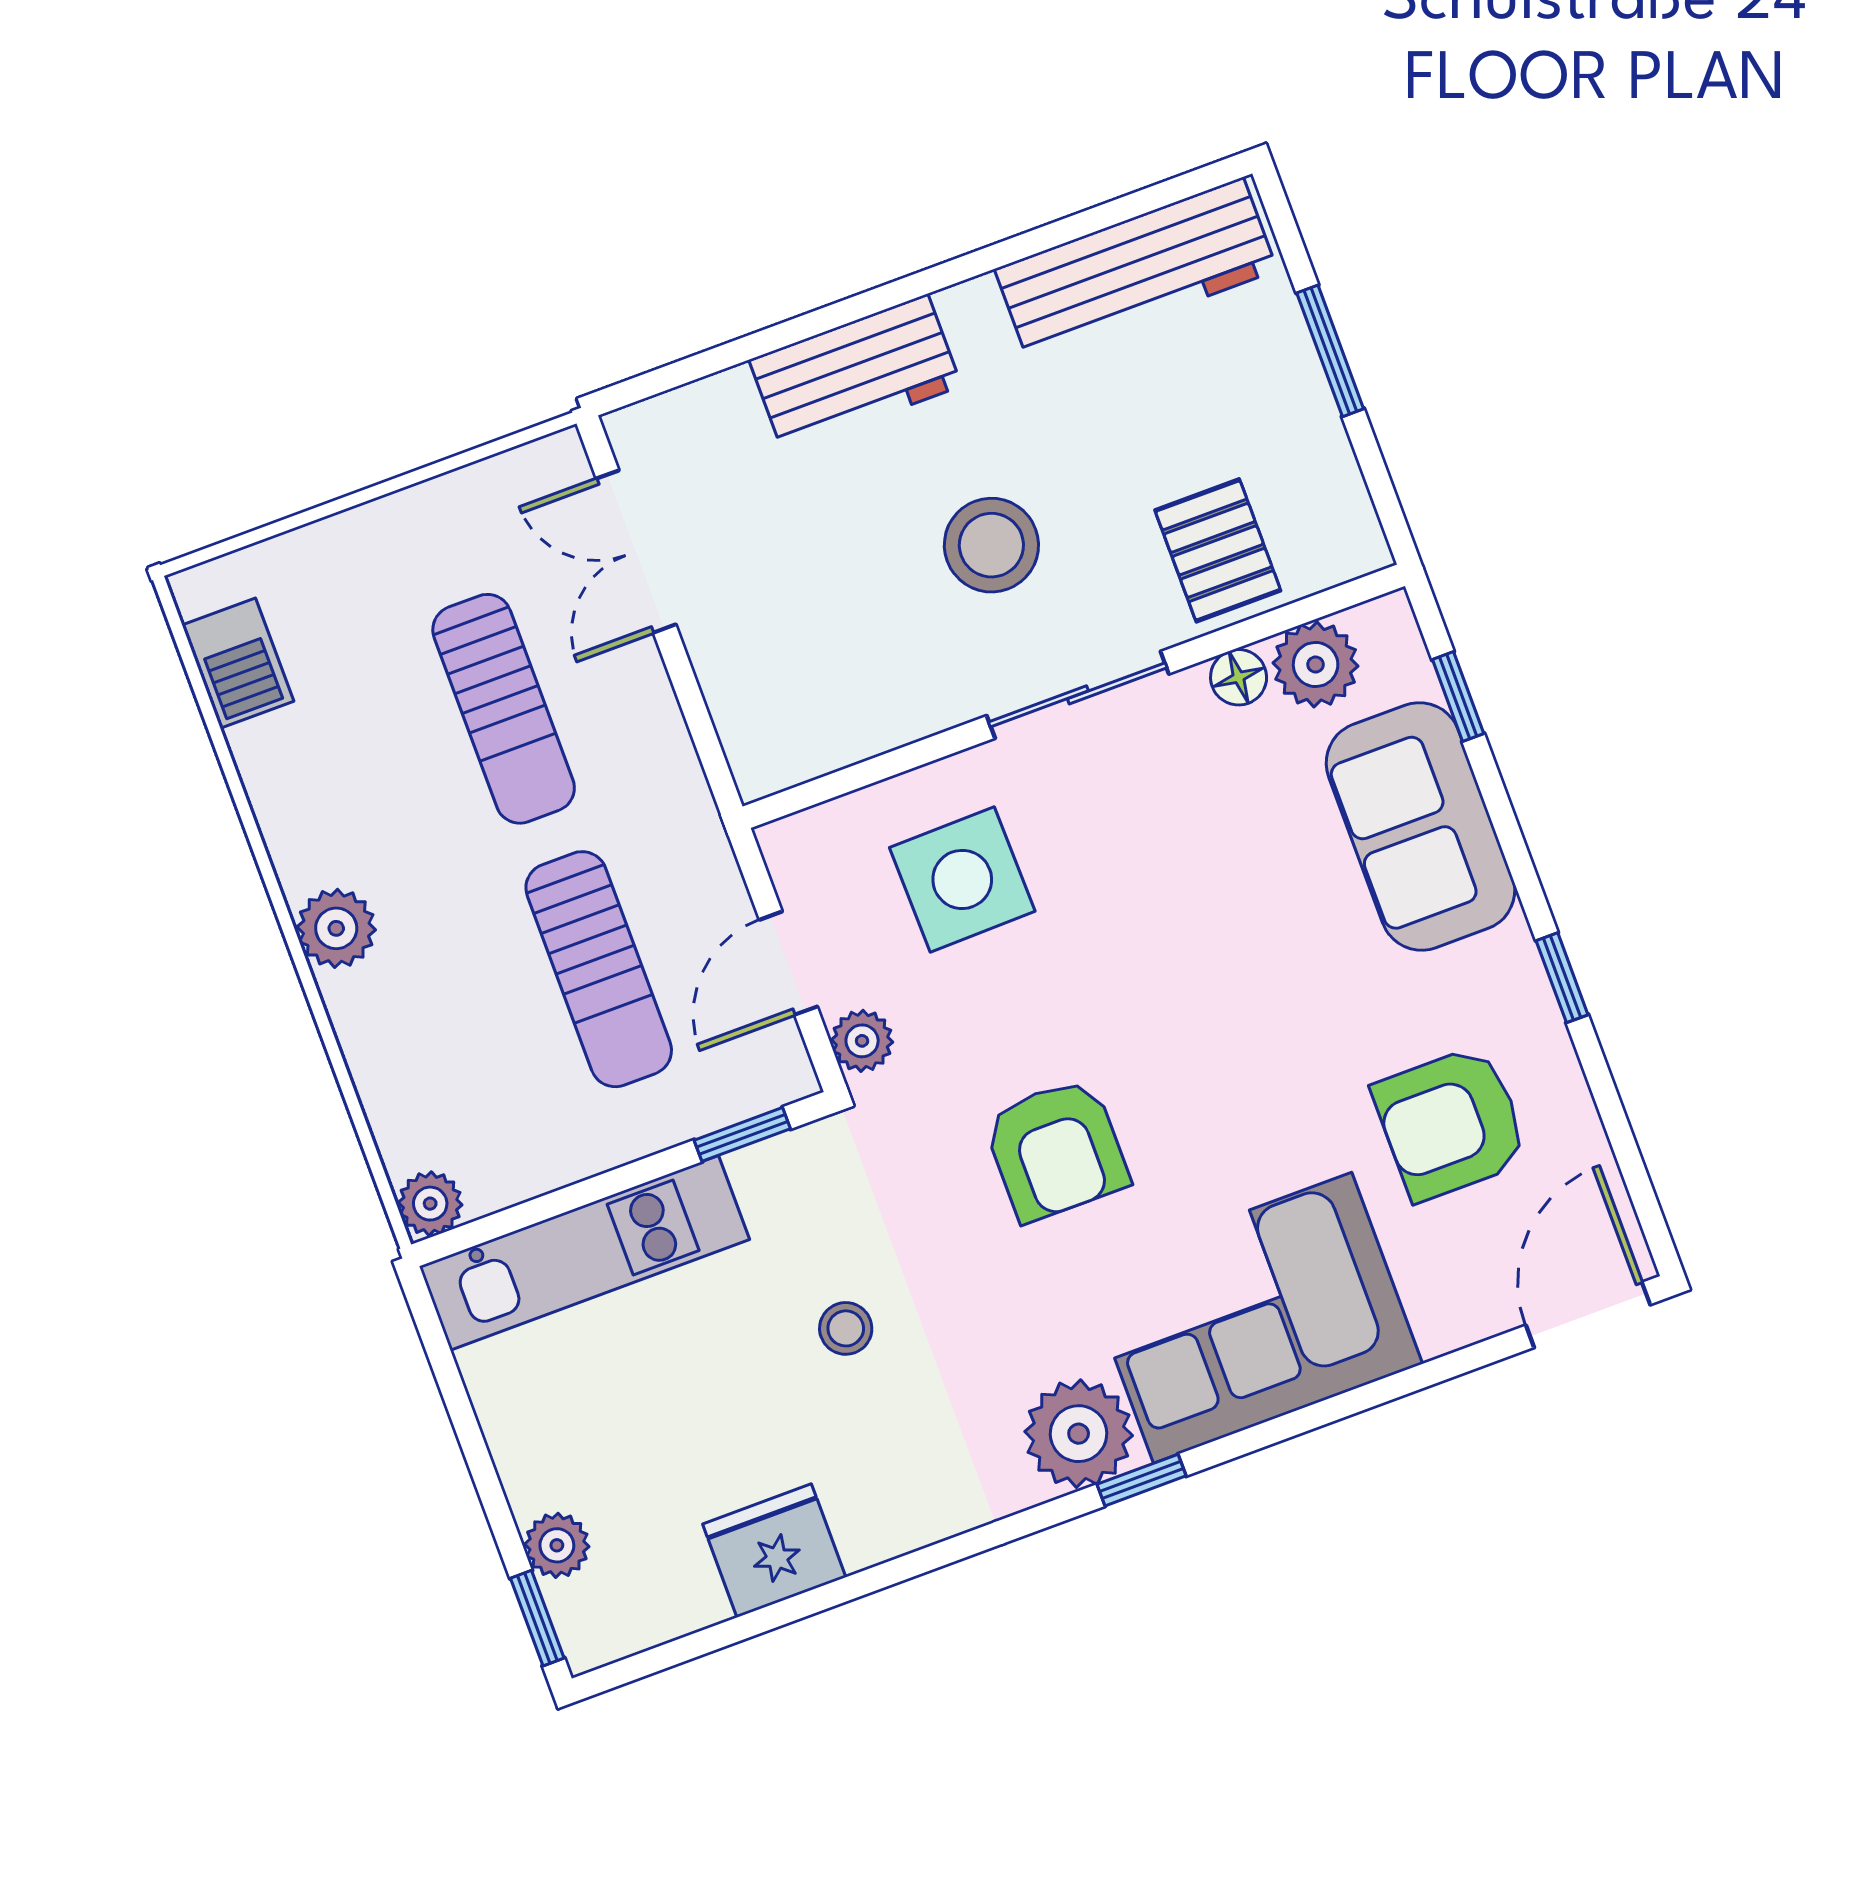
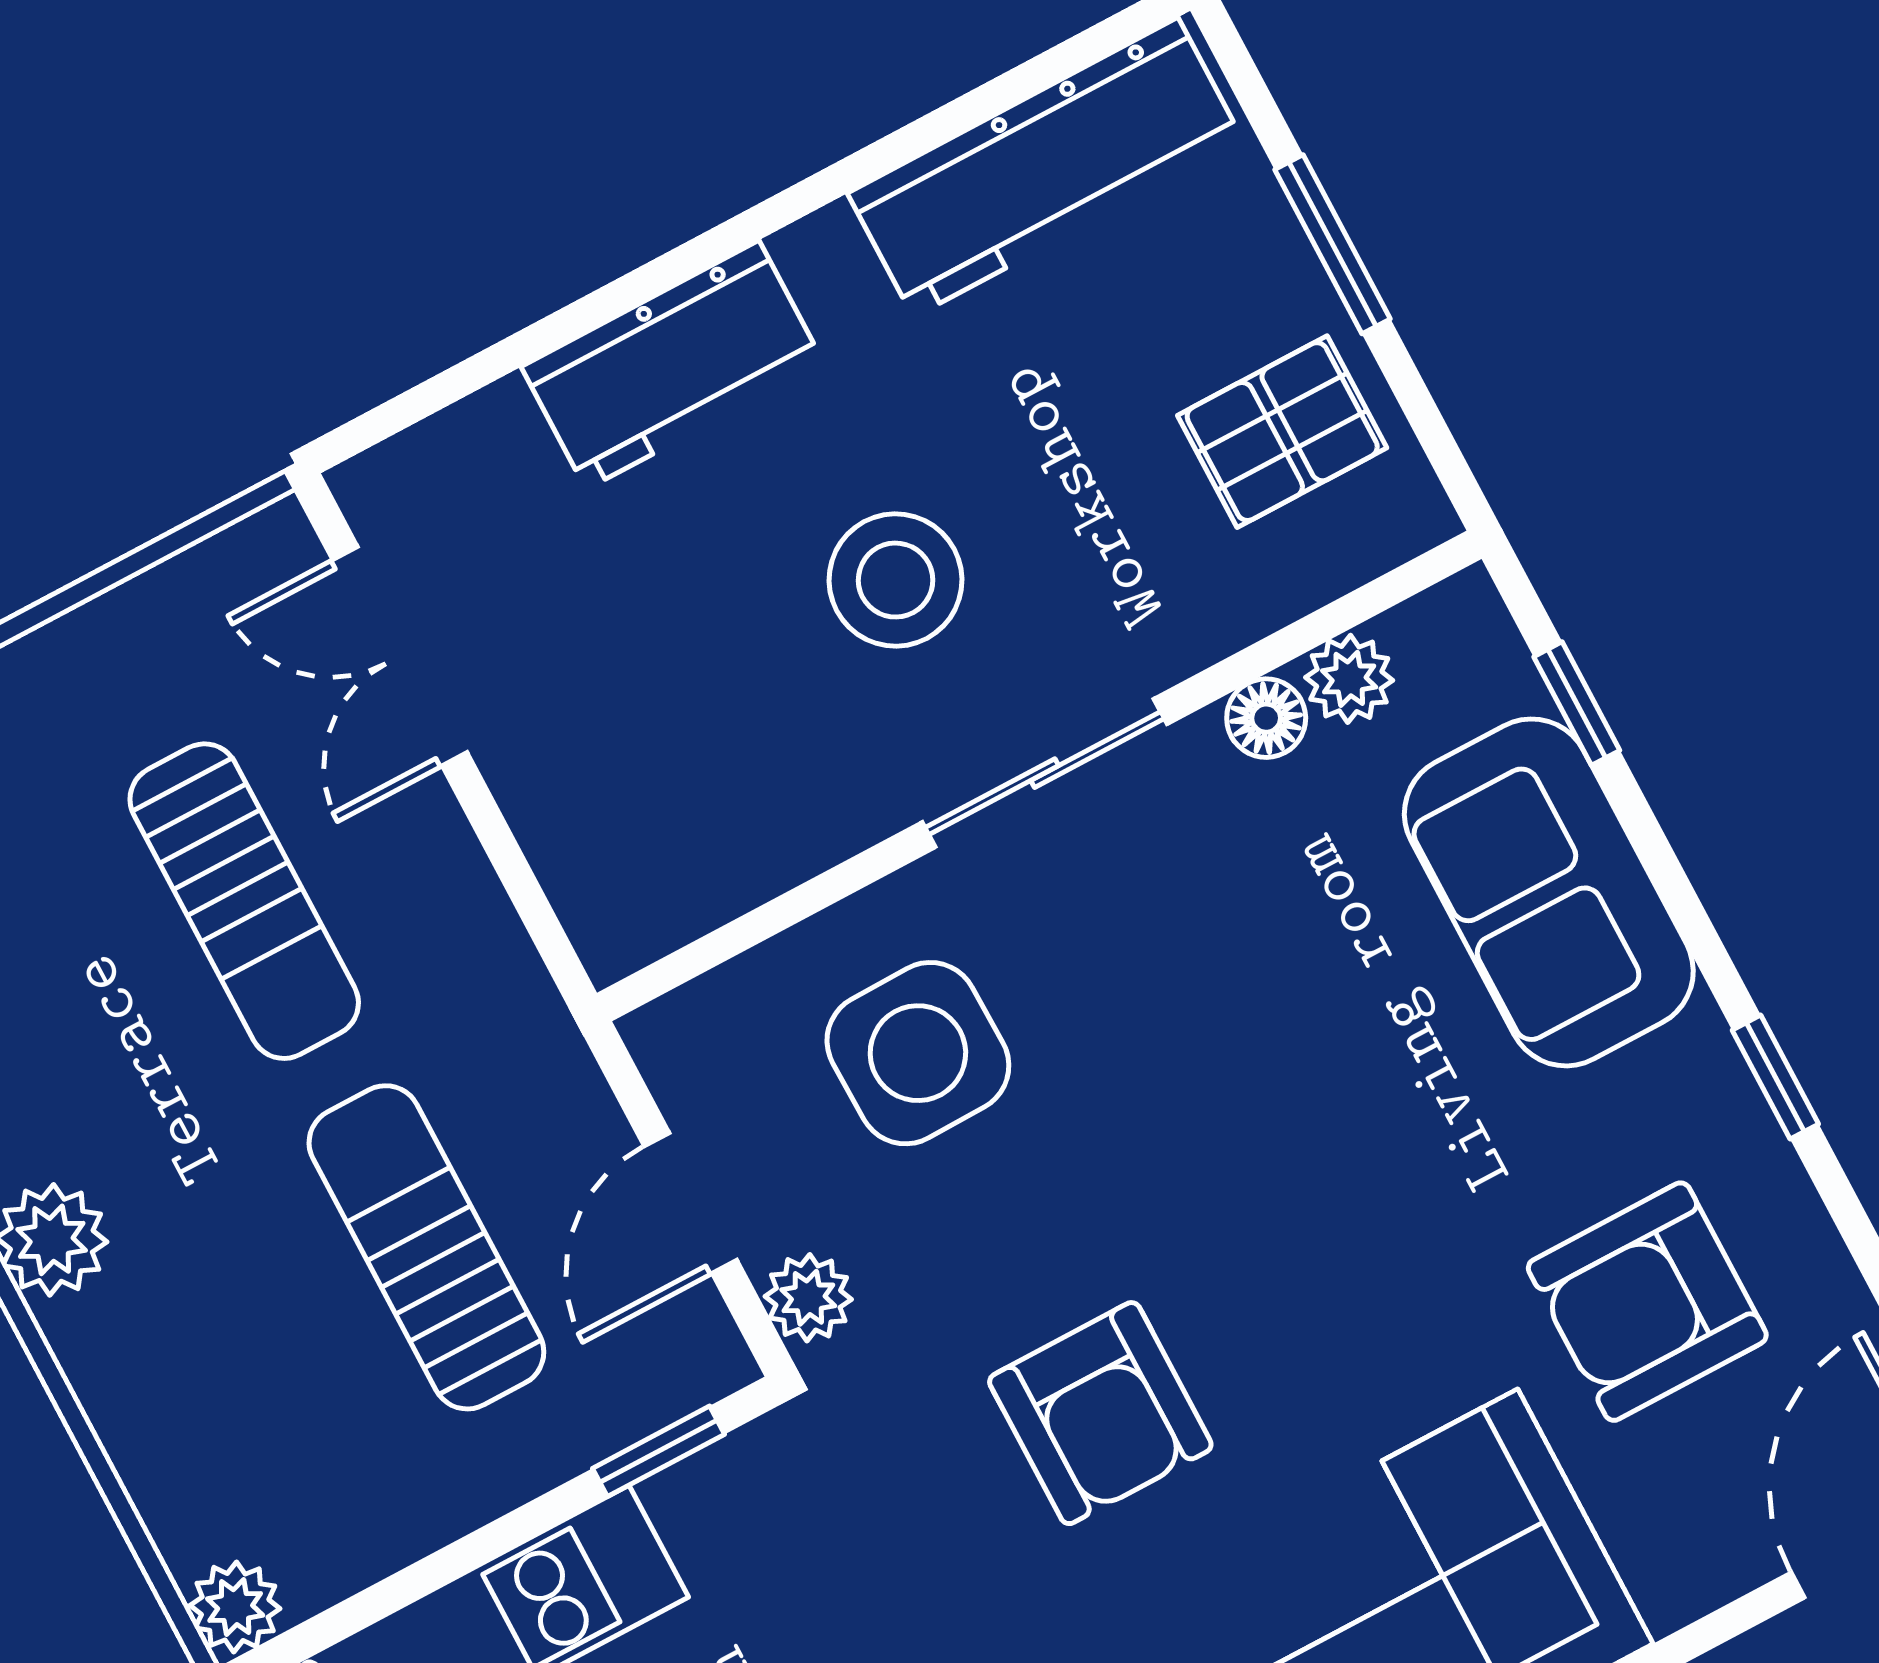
pallet: (1218, 550) -> (1282, 432), moved, turned 90
plant: (1316, 664) -> (1349, 679), width x0.73, depth x0.73
sun lounger: (599, 969) -> (426, 1247), turned 180

